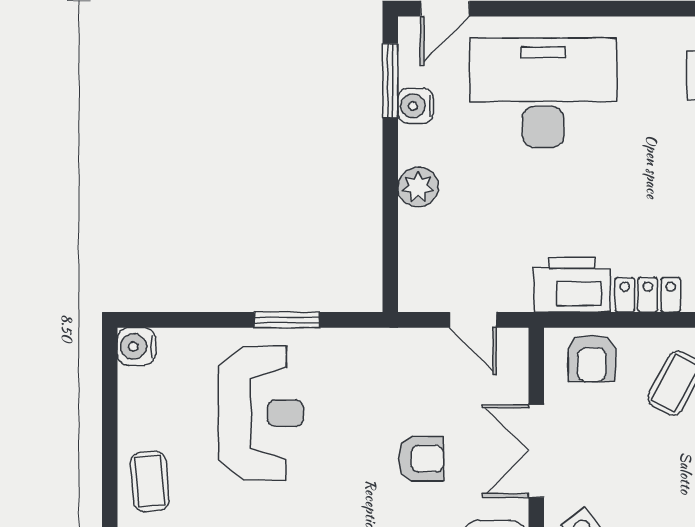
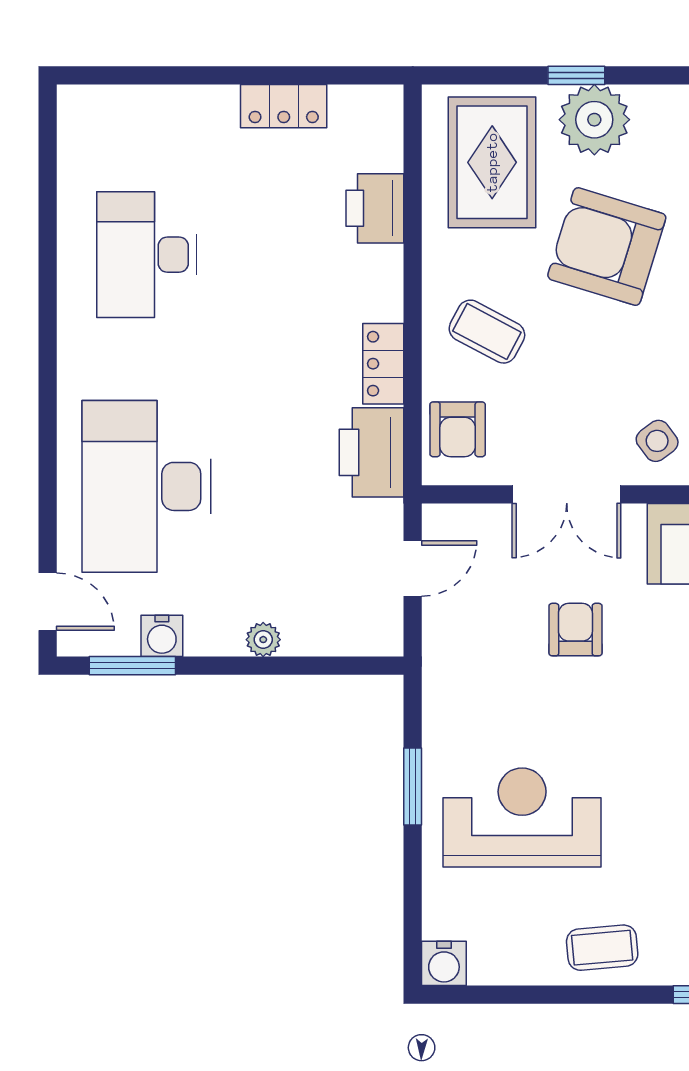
plant: (418, 187) -> (263, 640), width x0.73, depth x0.73
armchair: (592, 358) -> (458, 429), turned 90

